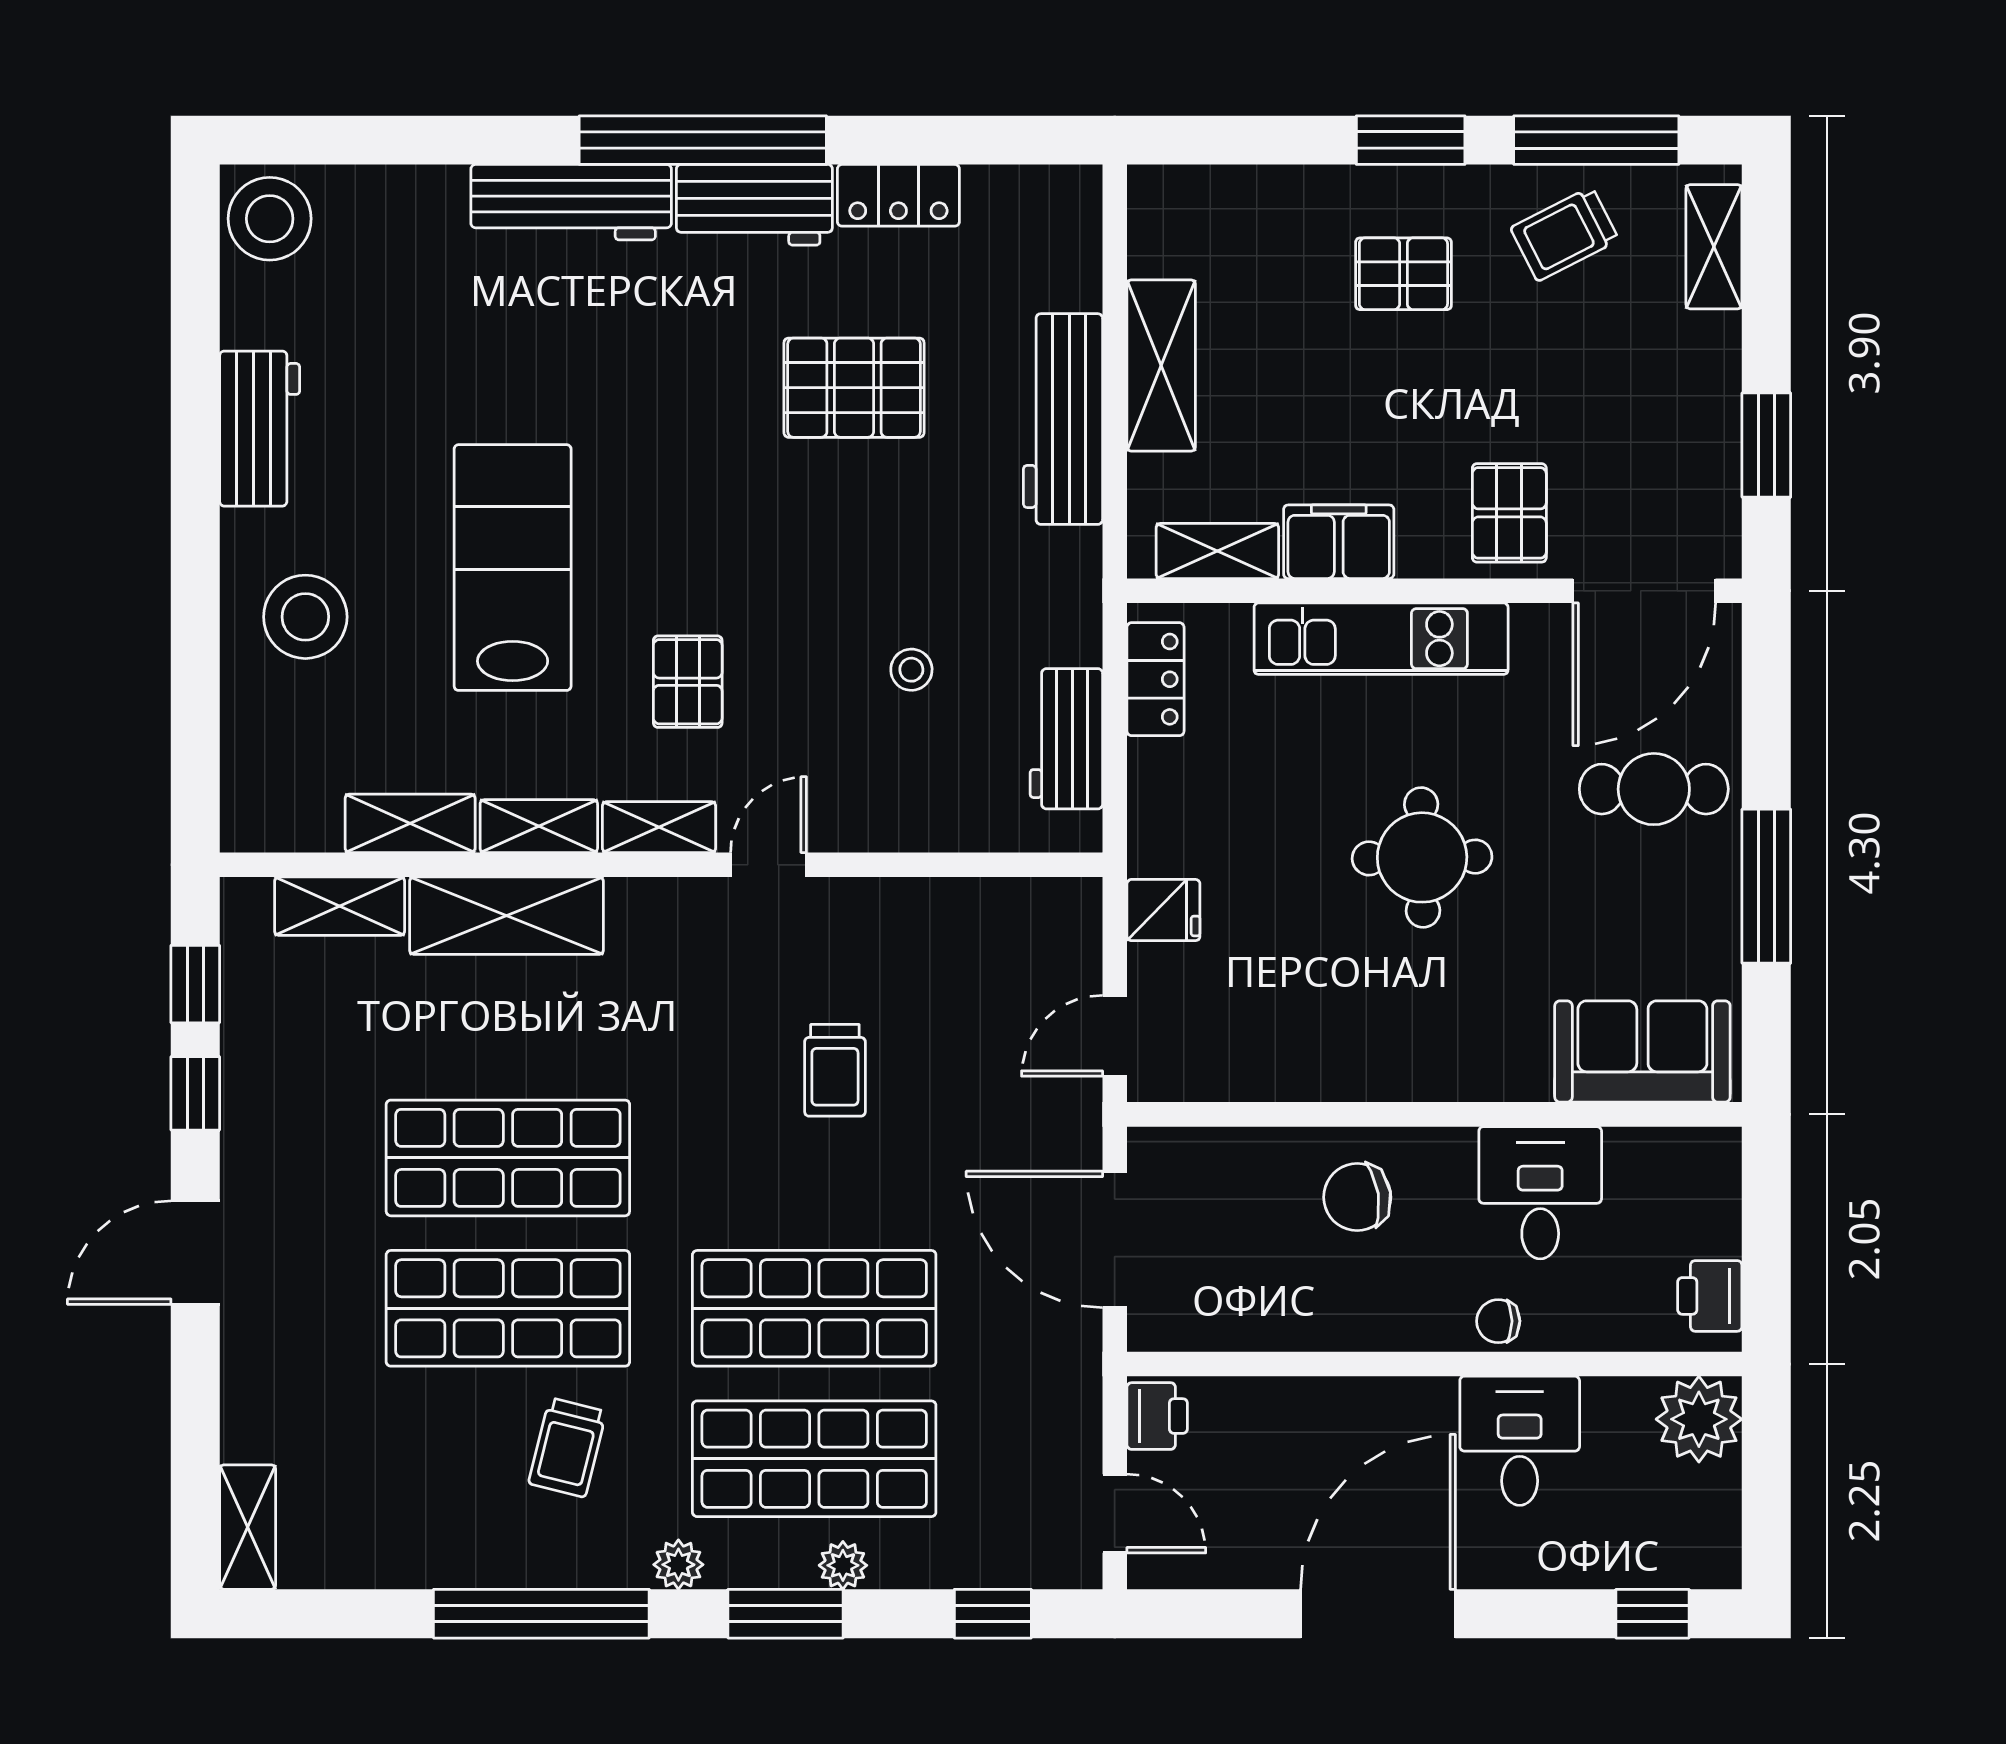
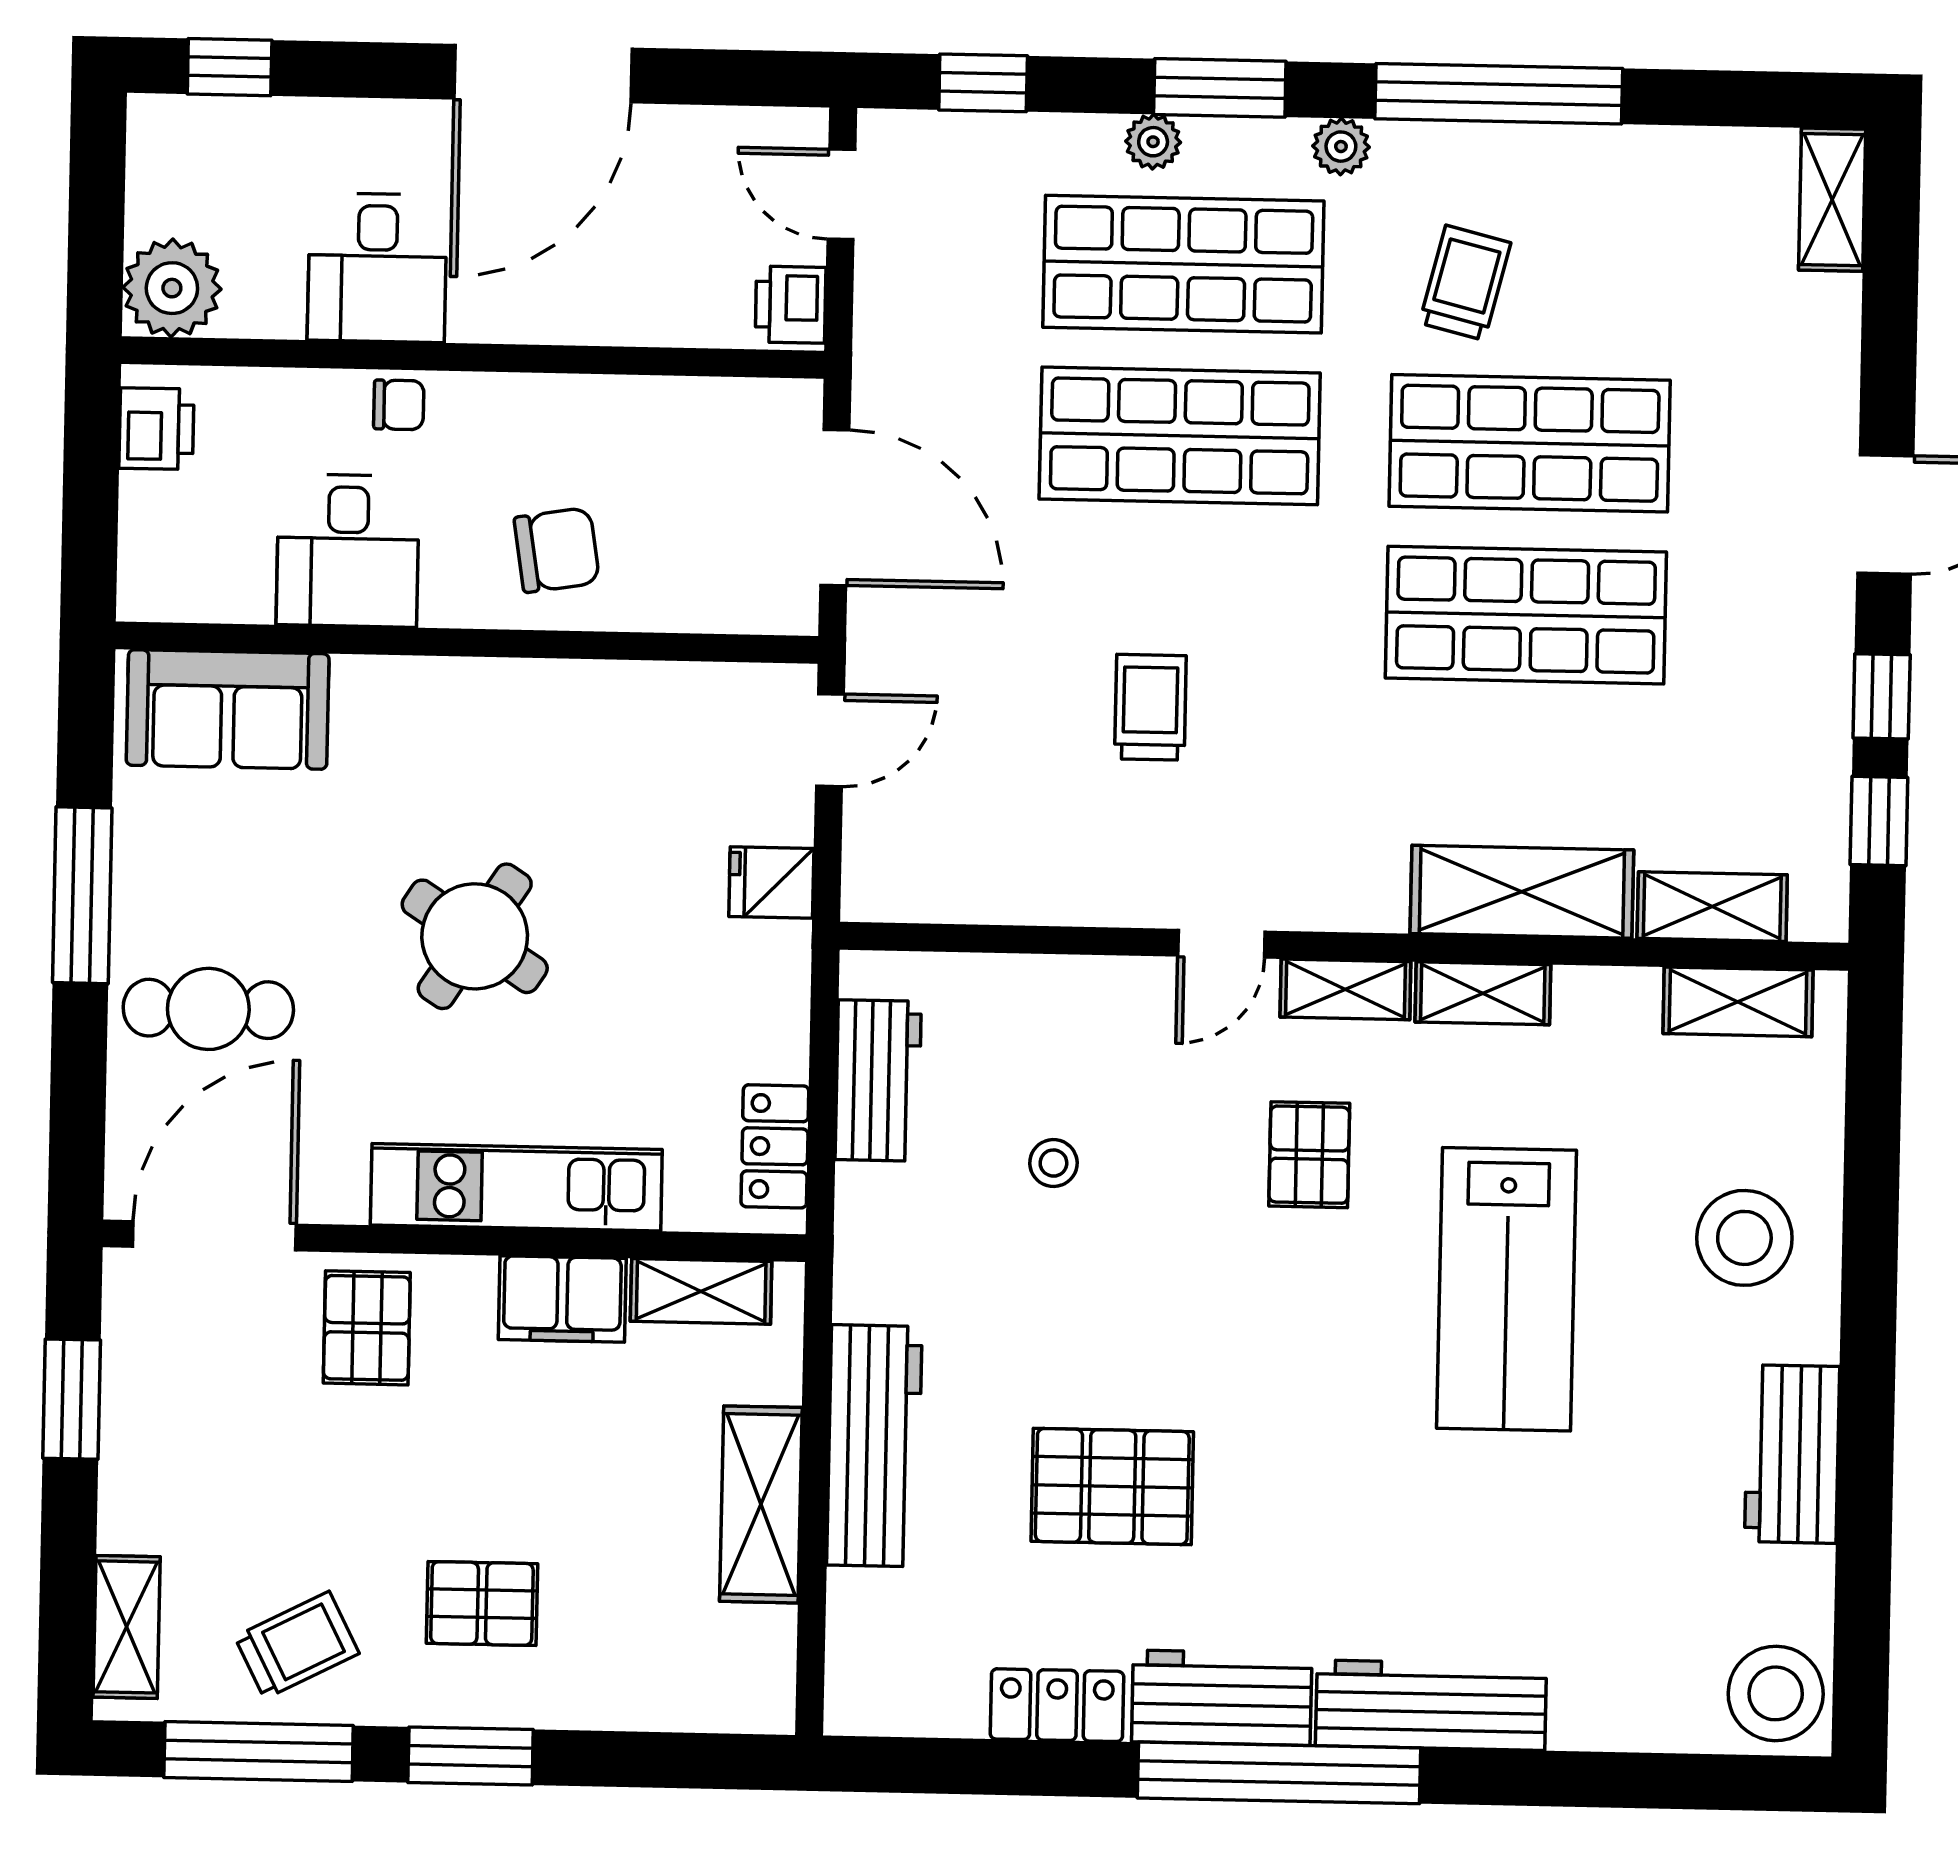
shelving: (410, 823) -> (1738, 1002), moved
round table: (1422, 857) -> (475, 936), turned 34

